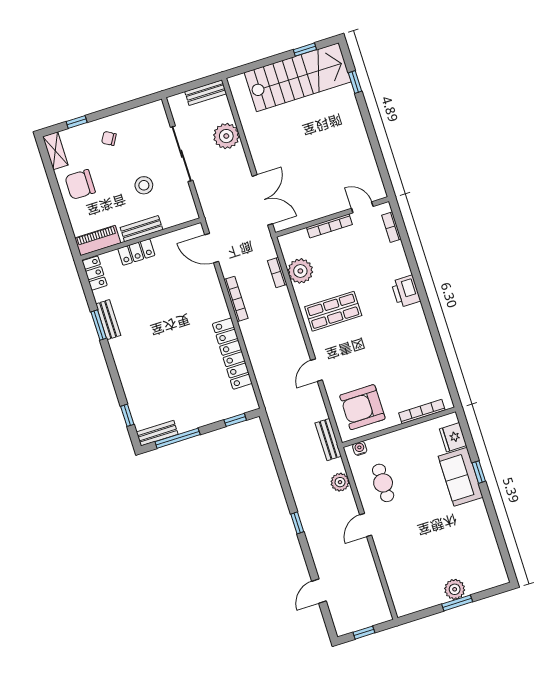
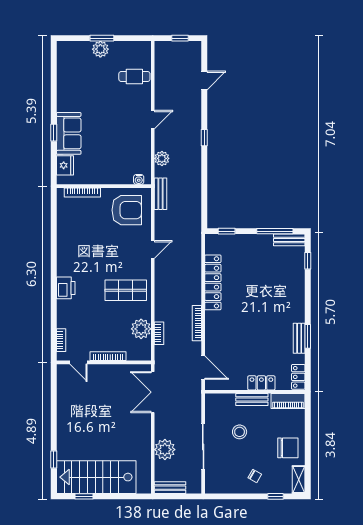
cafe table: (383, 483) -> (134, 76), moved, turned 90

